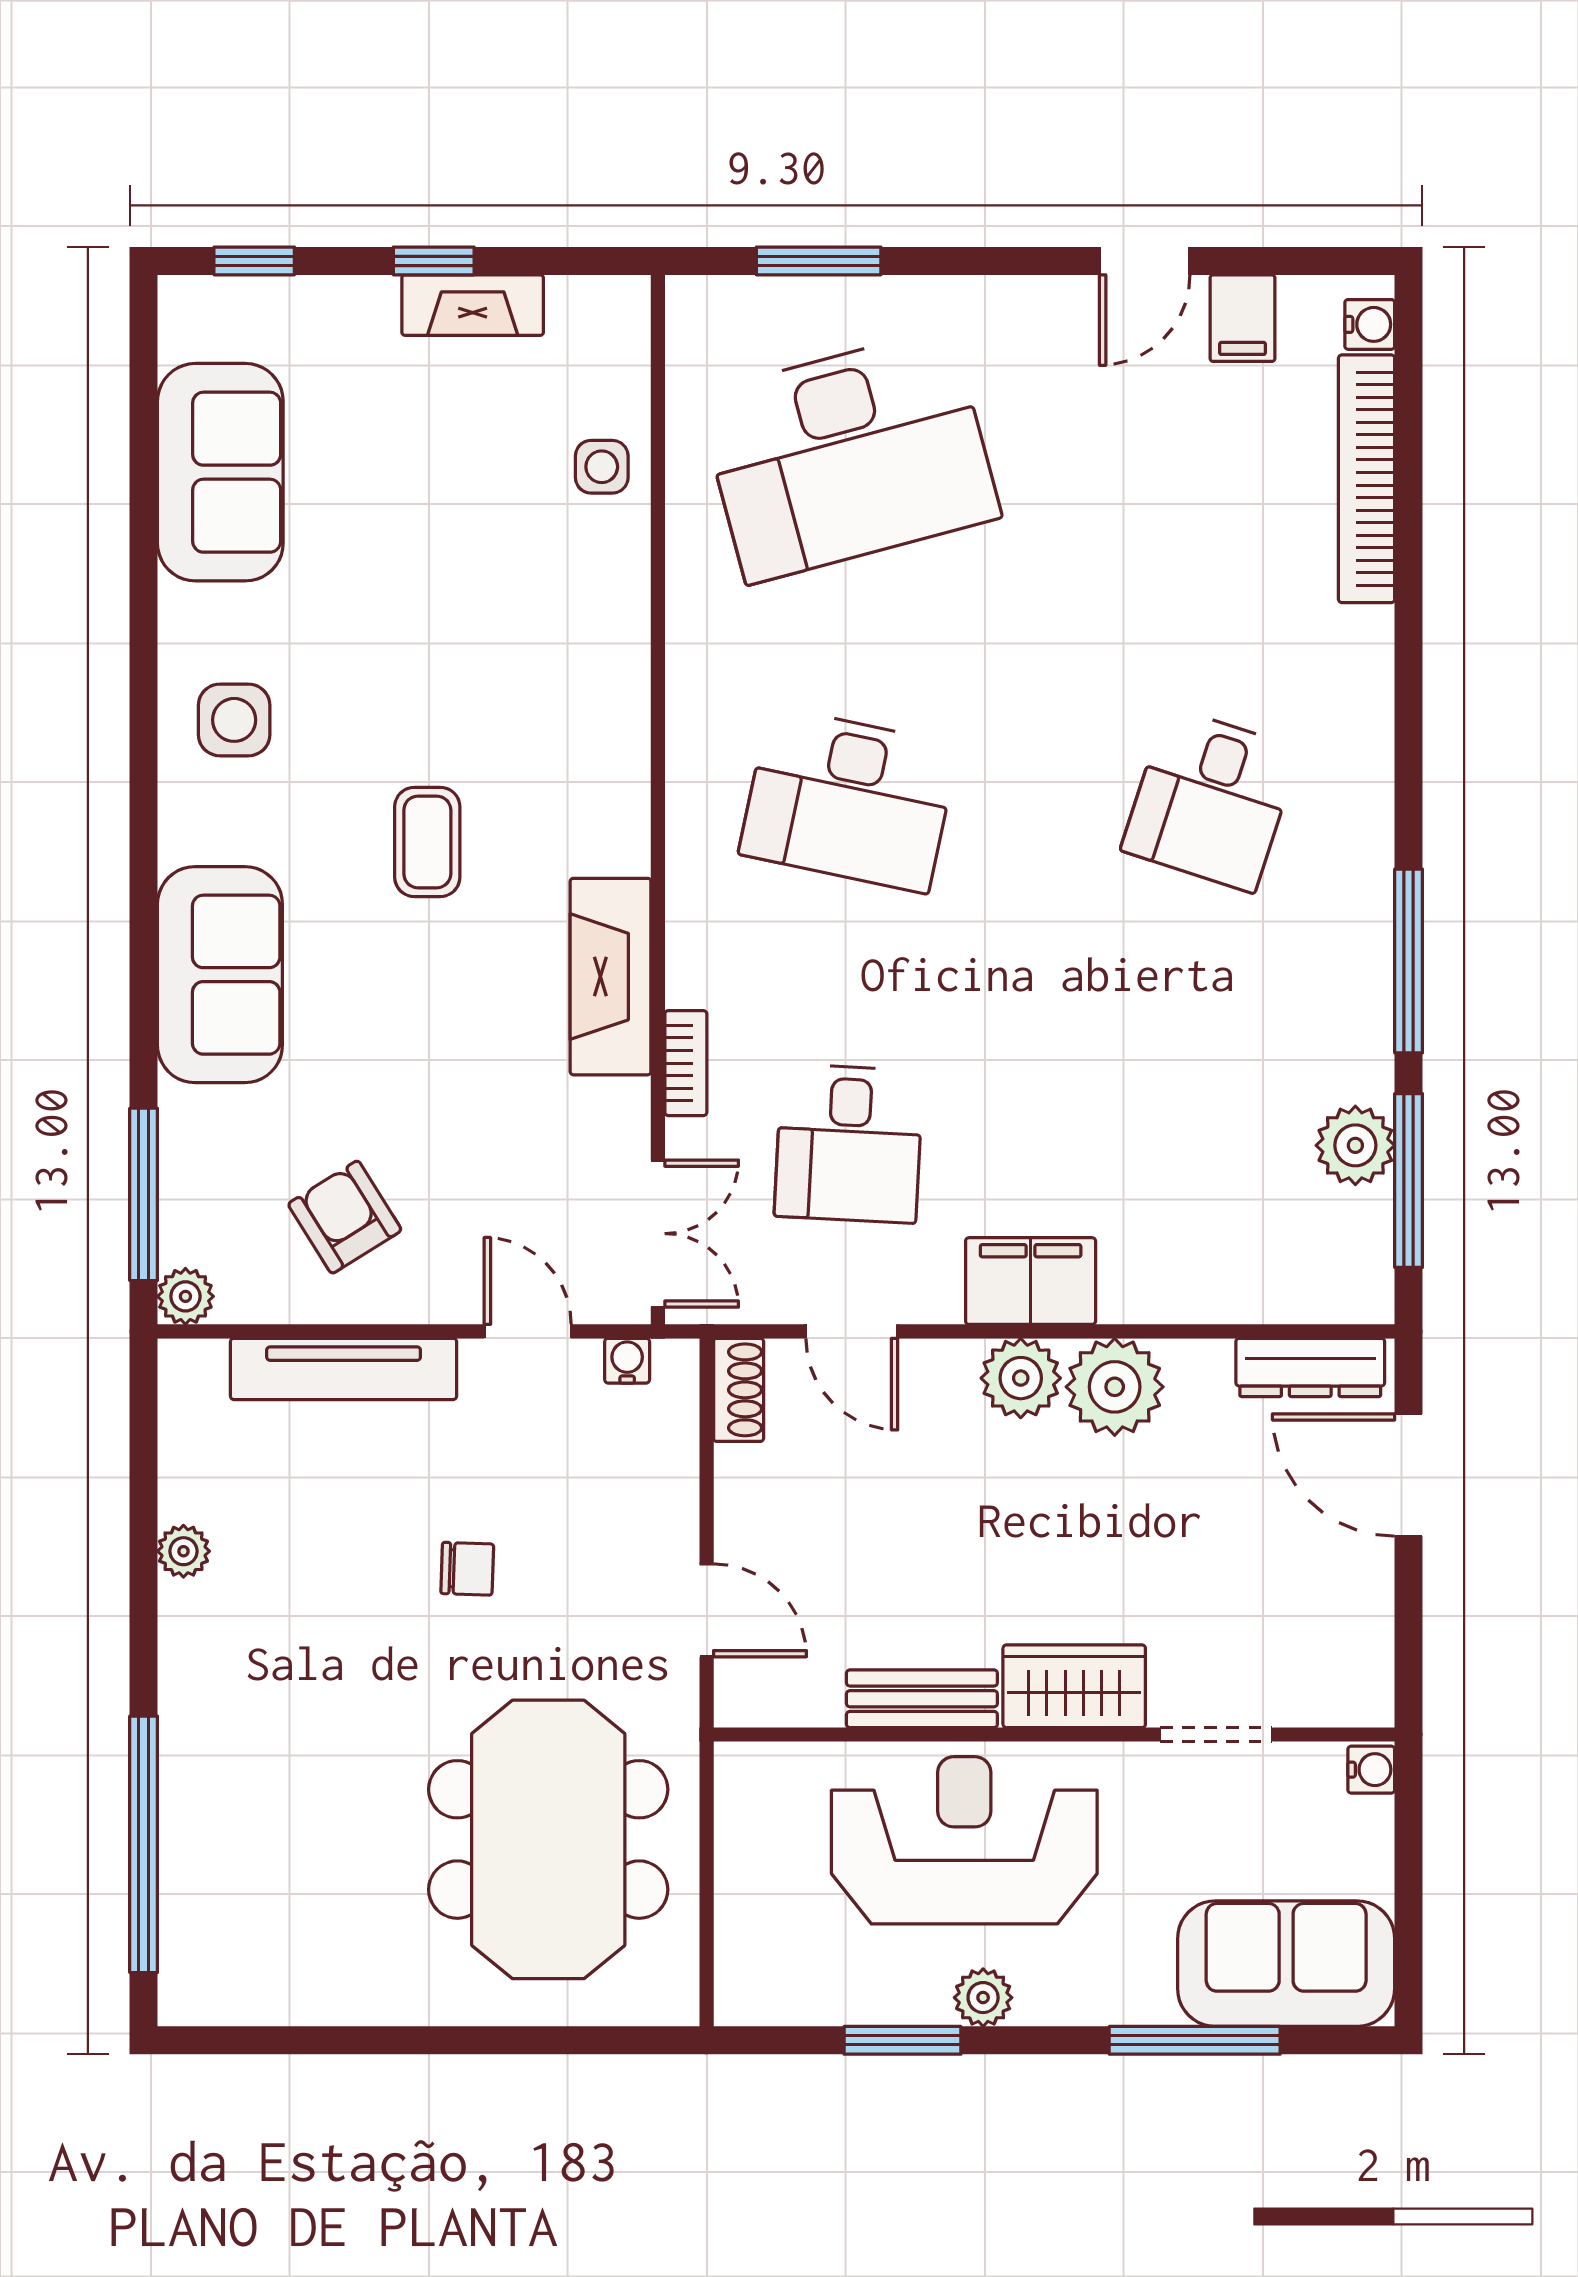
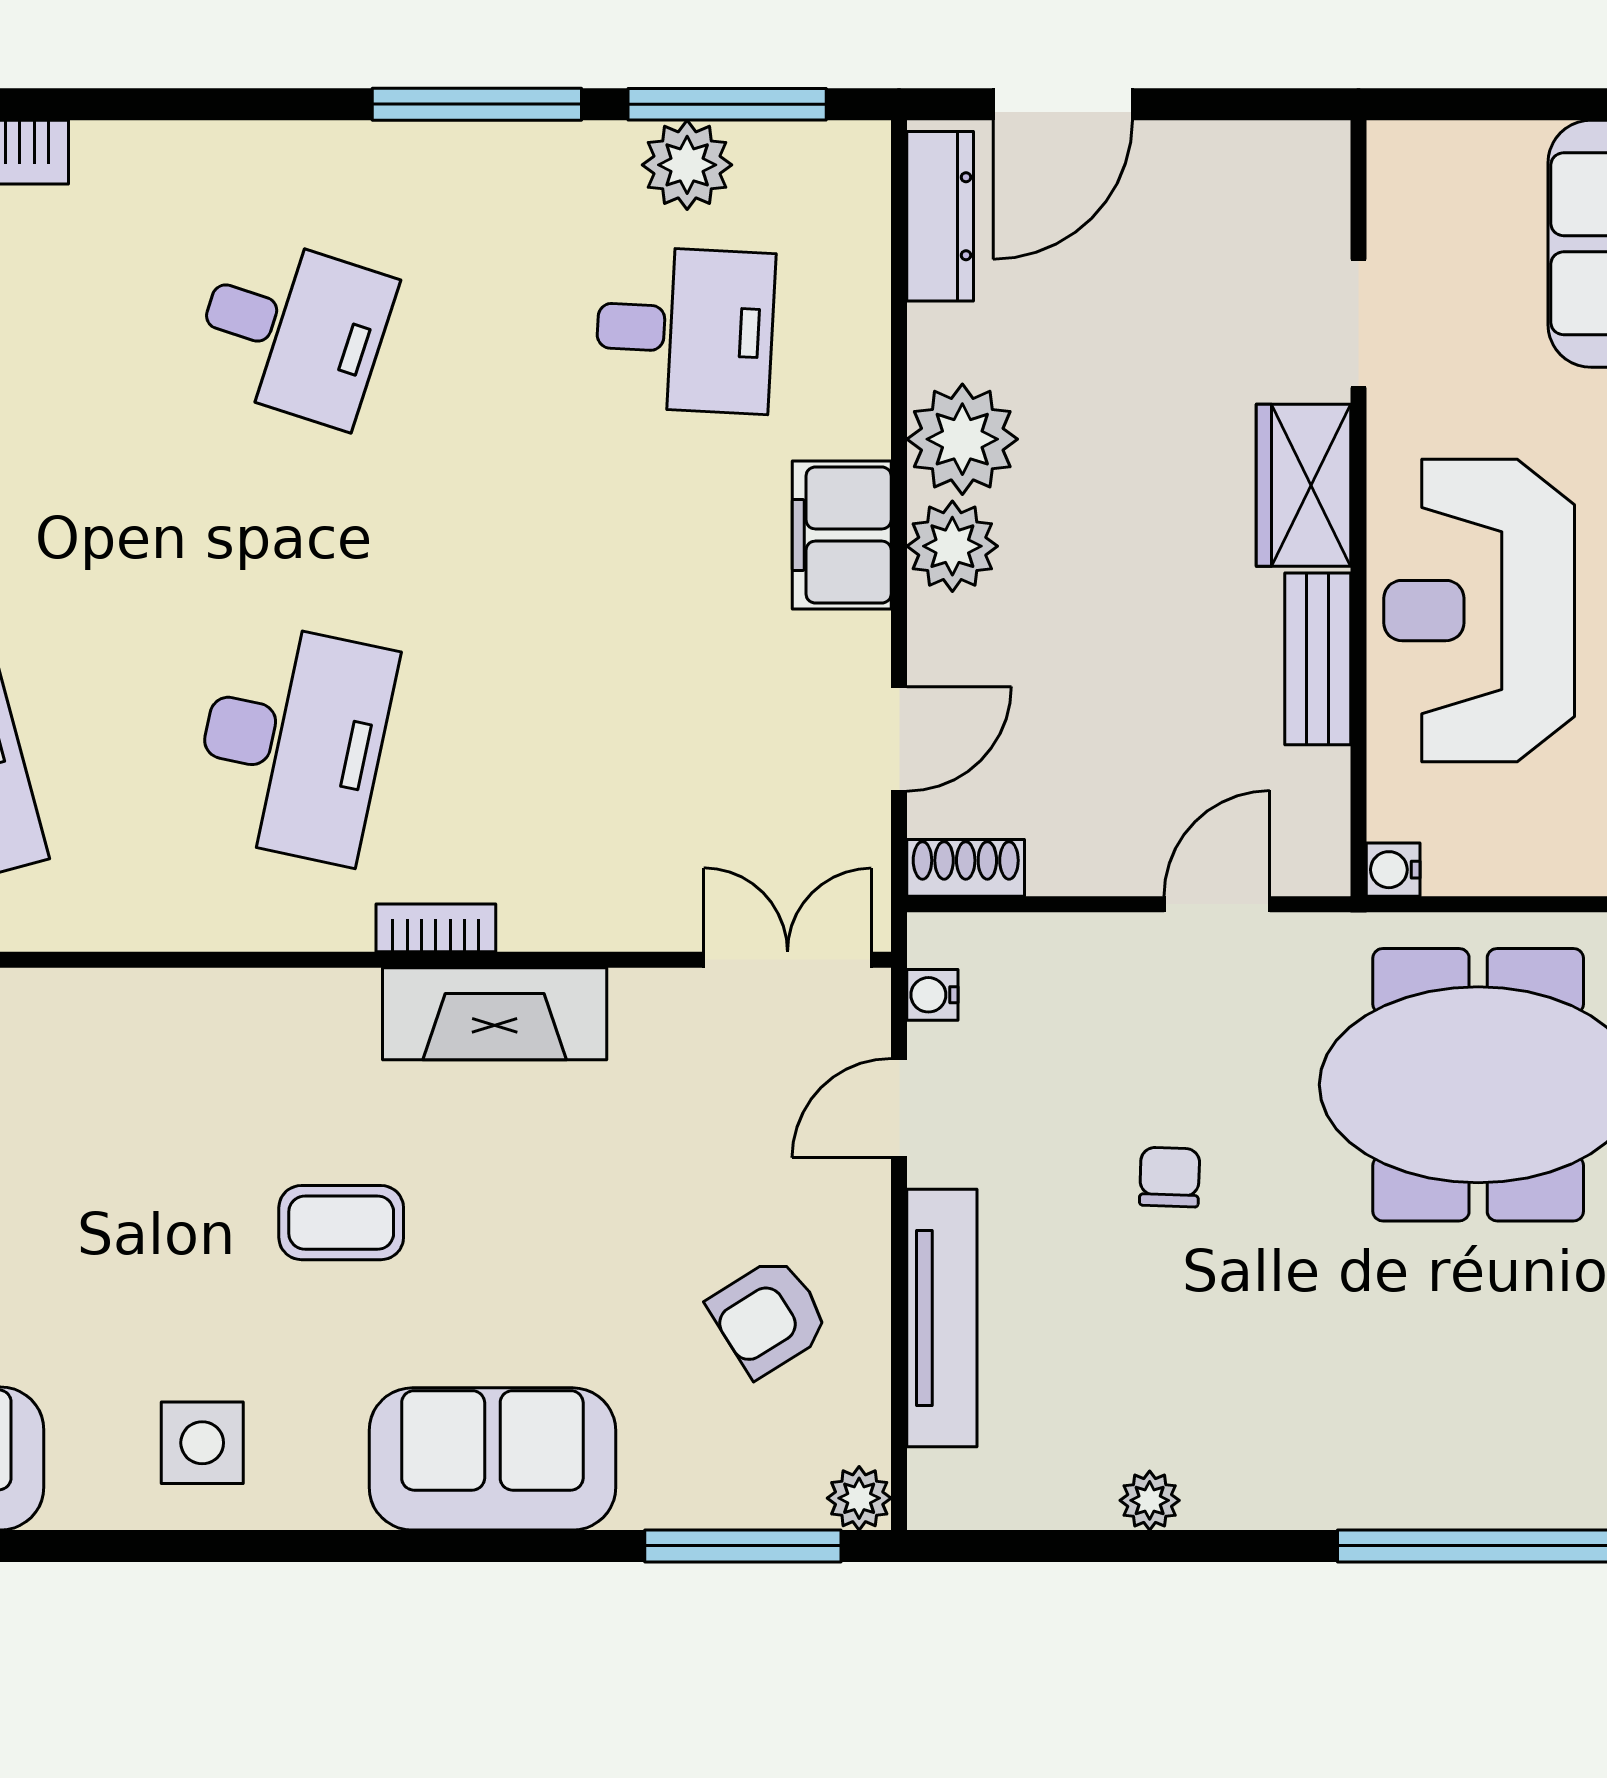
bookcase: (686, 1063) -> (436, 928), moved
desk: (849, 1144) -> (685, 330), moved
water cooler: (1371, 1770) -> (1393, 870), moved, turned -90

